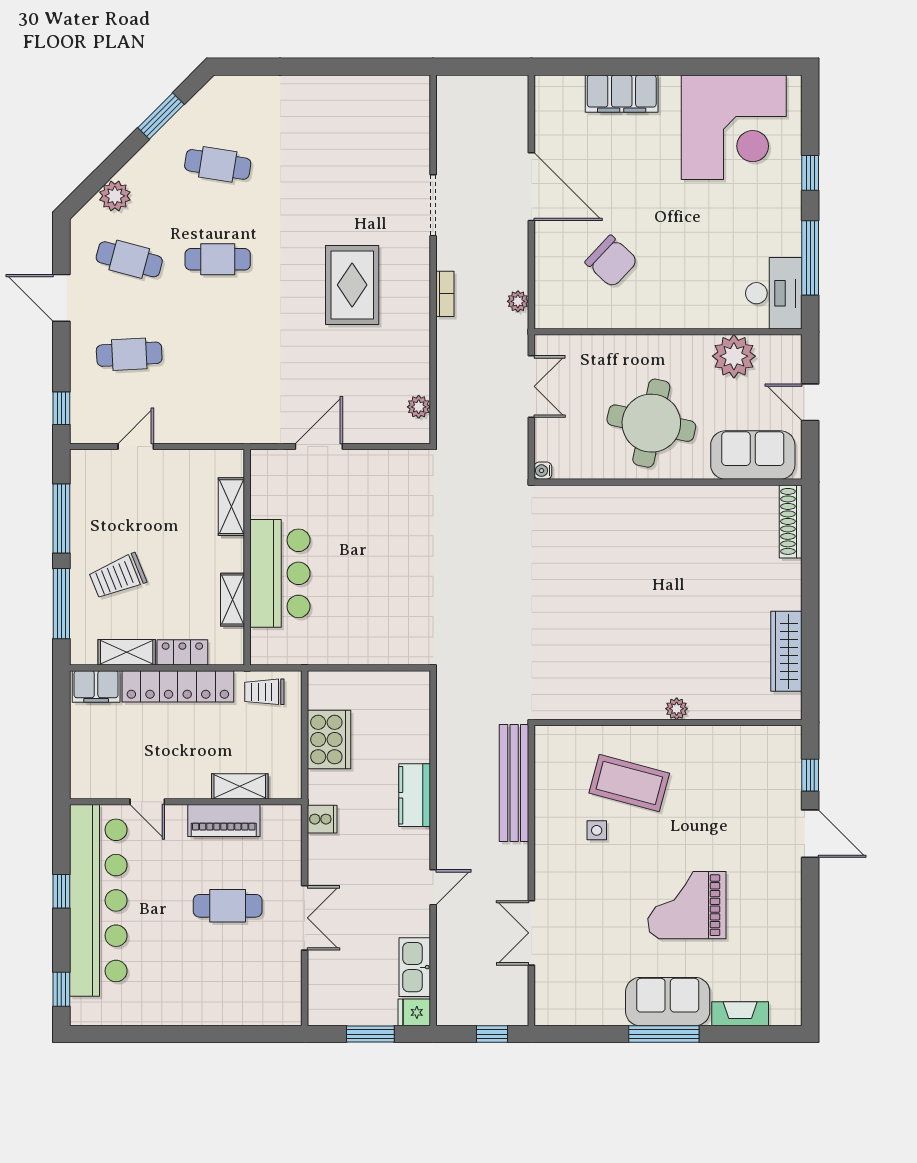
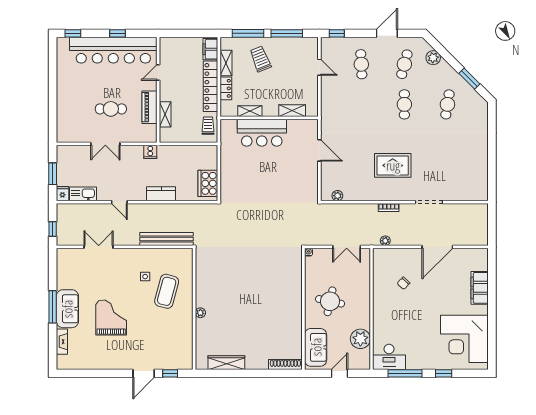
chair: (611, 261) -> (403, 283), width x0.54, depth x0.54
round table: (651, 423) -> (330, 301), width x0.73, depth x0.73
cooker: (329, 740) -> (208, 183), moved, turned 90
cafe table: (228, 906) -> (111, 109), turned 90

